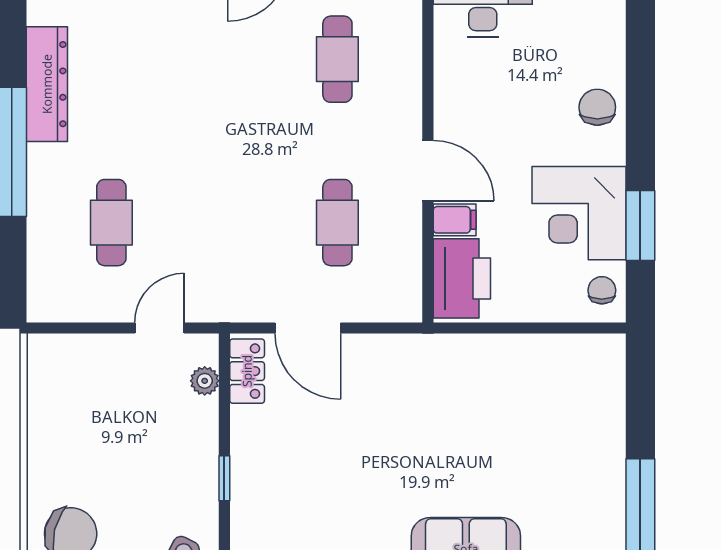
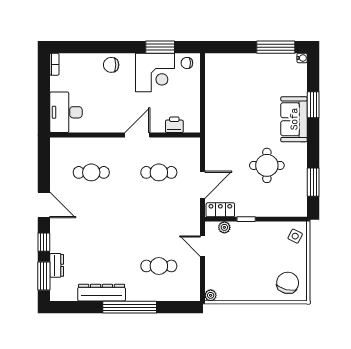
filing cabinet: (455, 220) -> (158, 124), removed
printer: (462, 278) -> (174, 125), width x0.53, depth x0.68
plant: (41, 348) -> (211, 295), added
window: (224, 478) -> (246, 219), moved
round table: (354, 484) -> (267, 165), added

